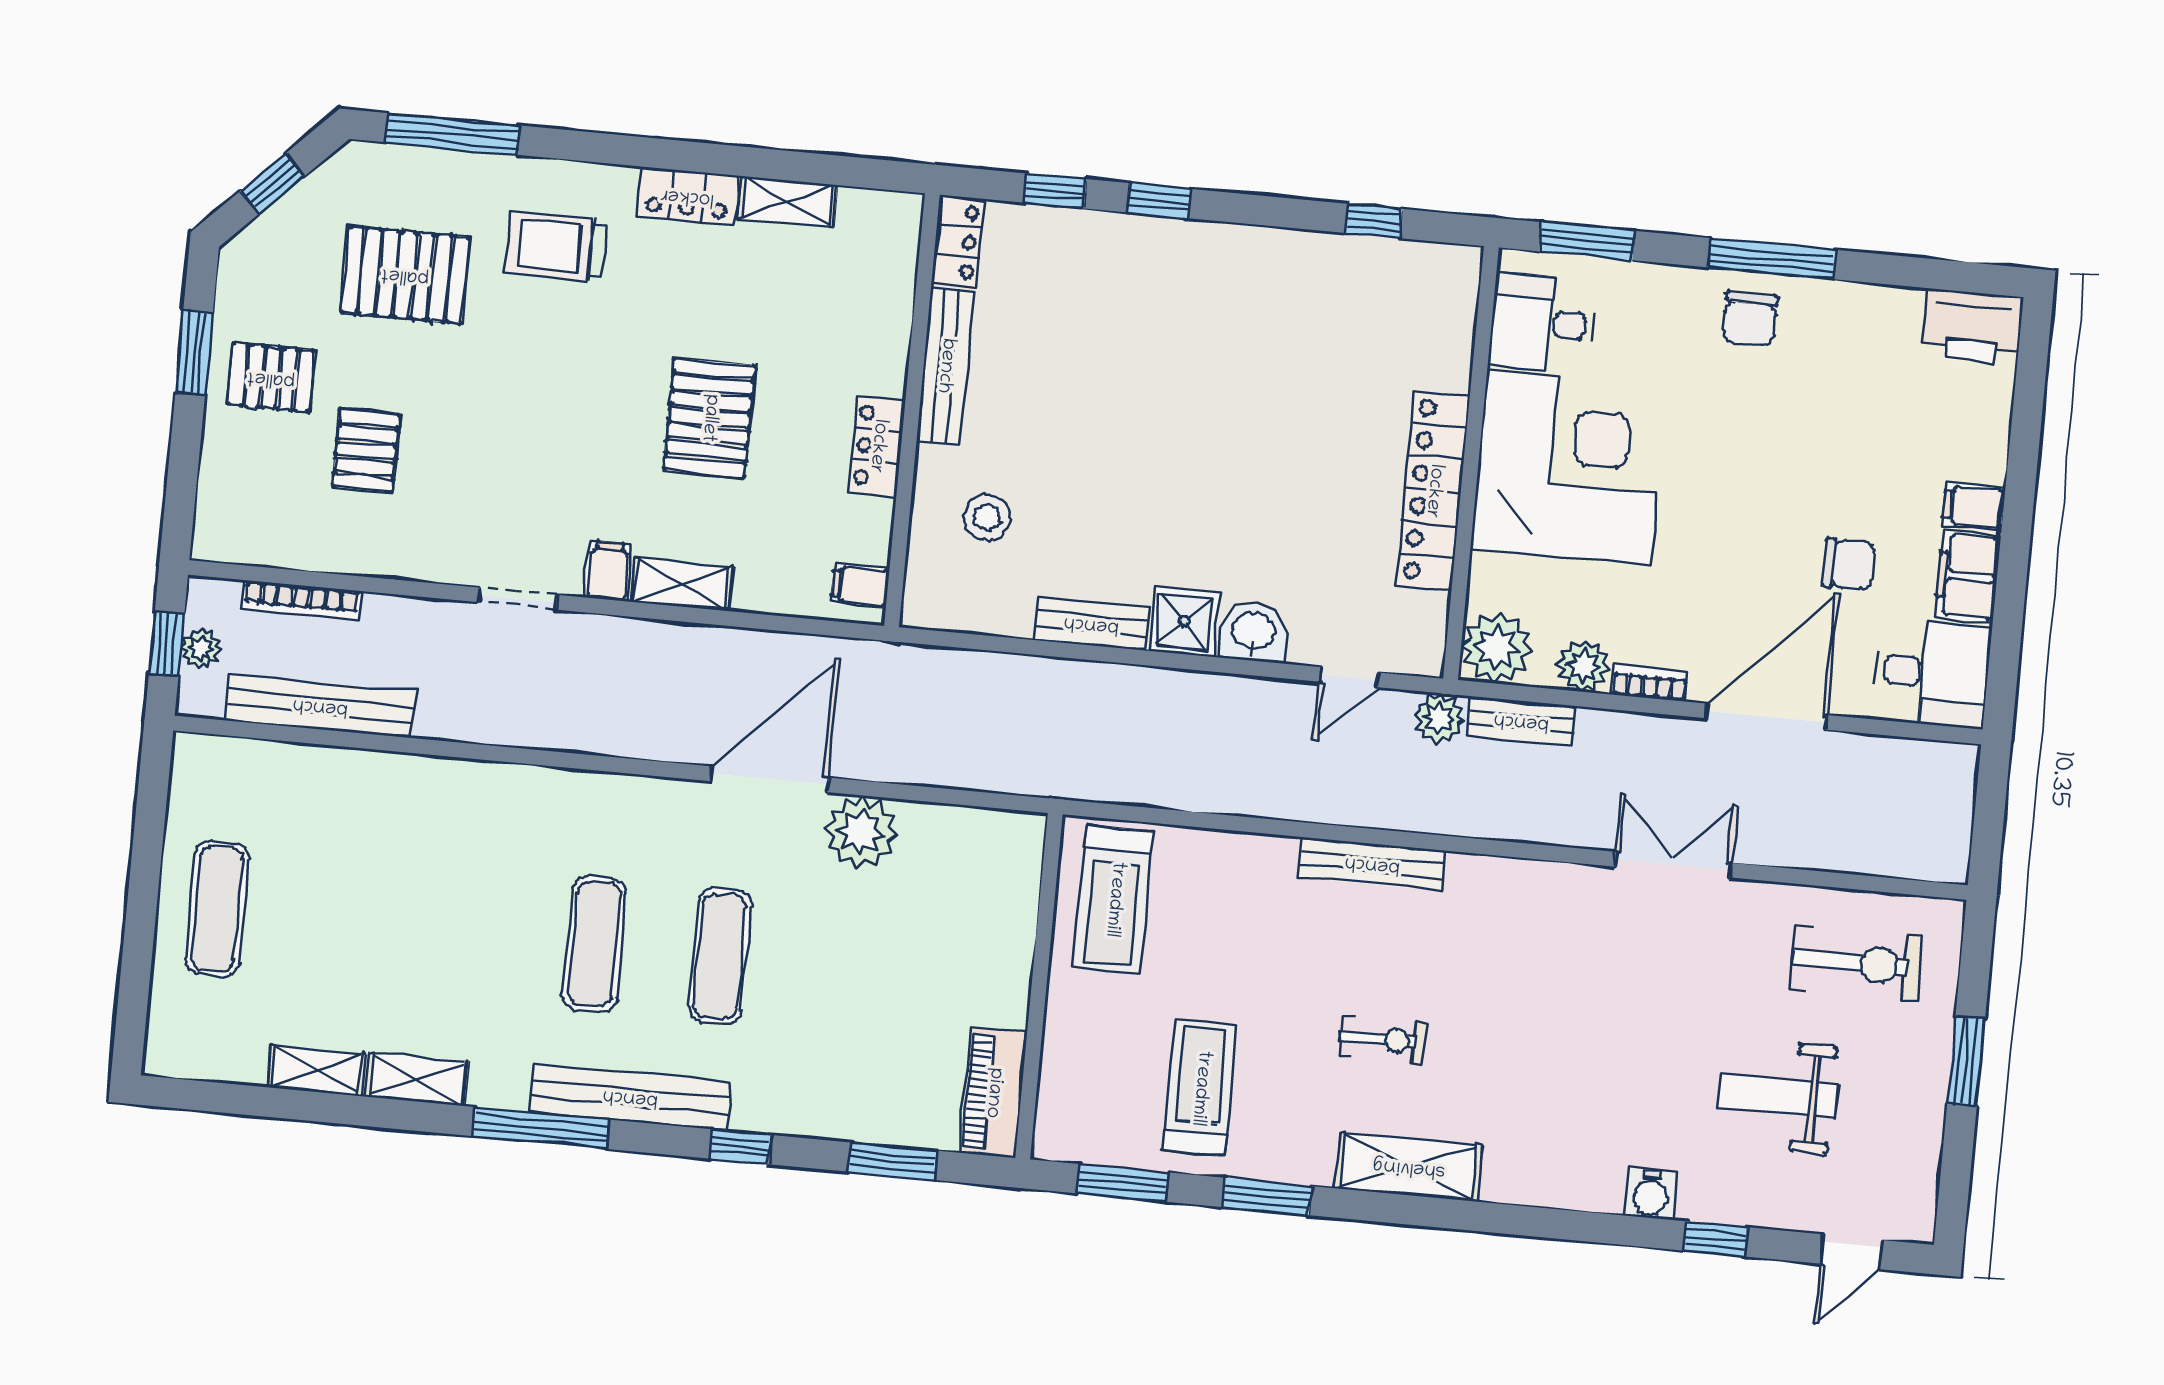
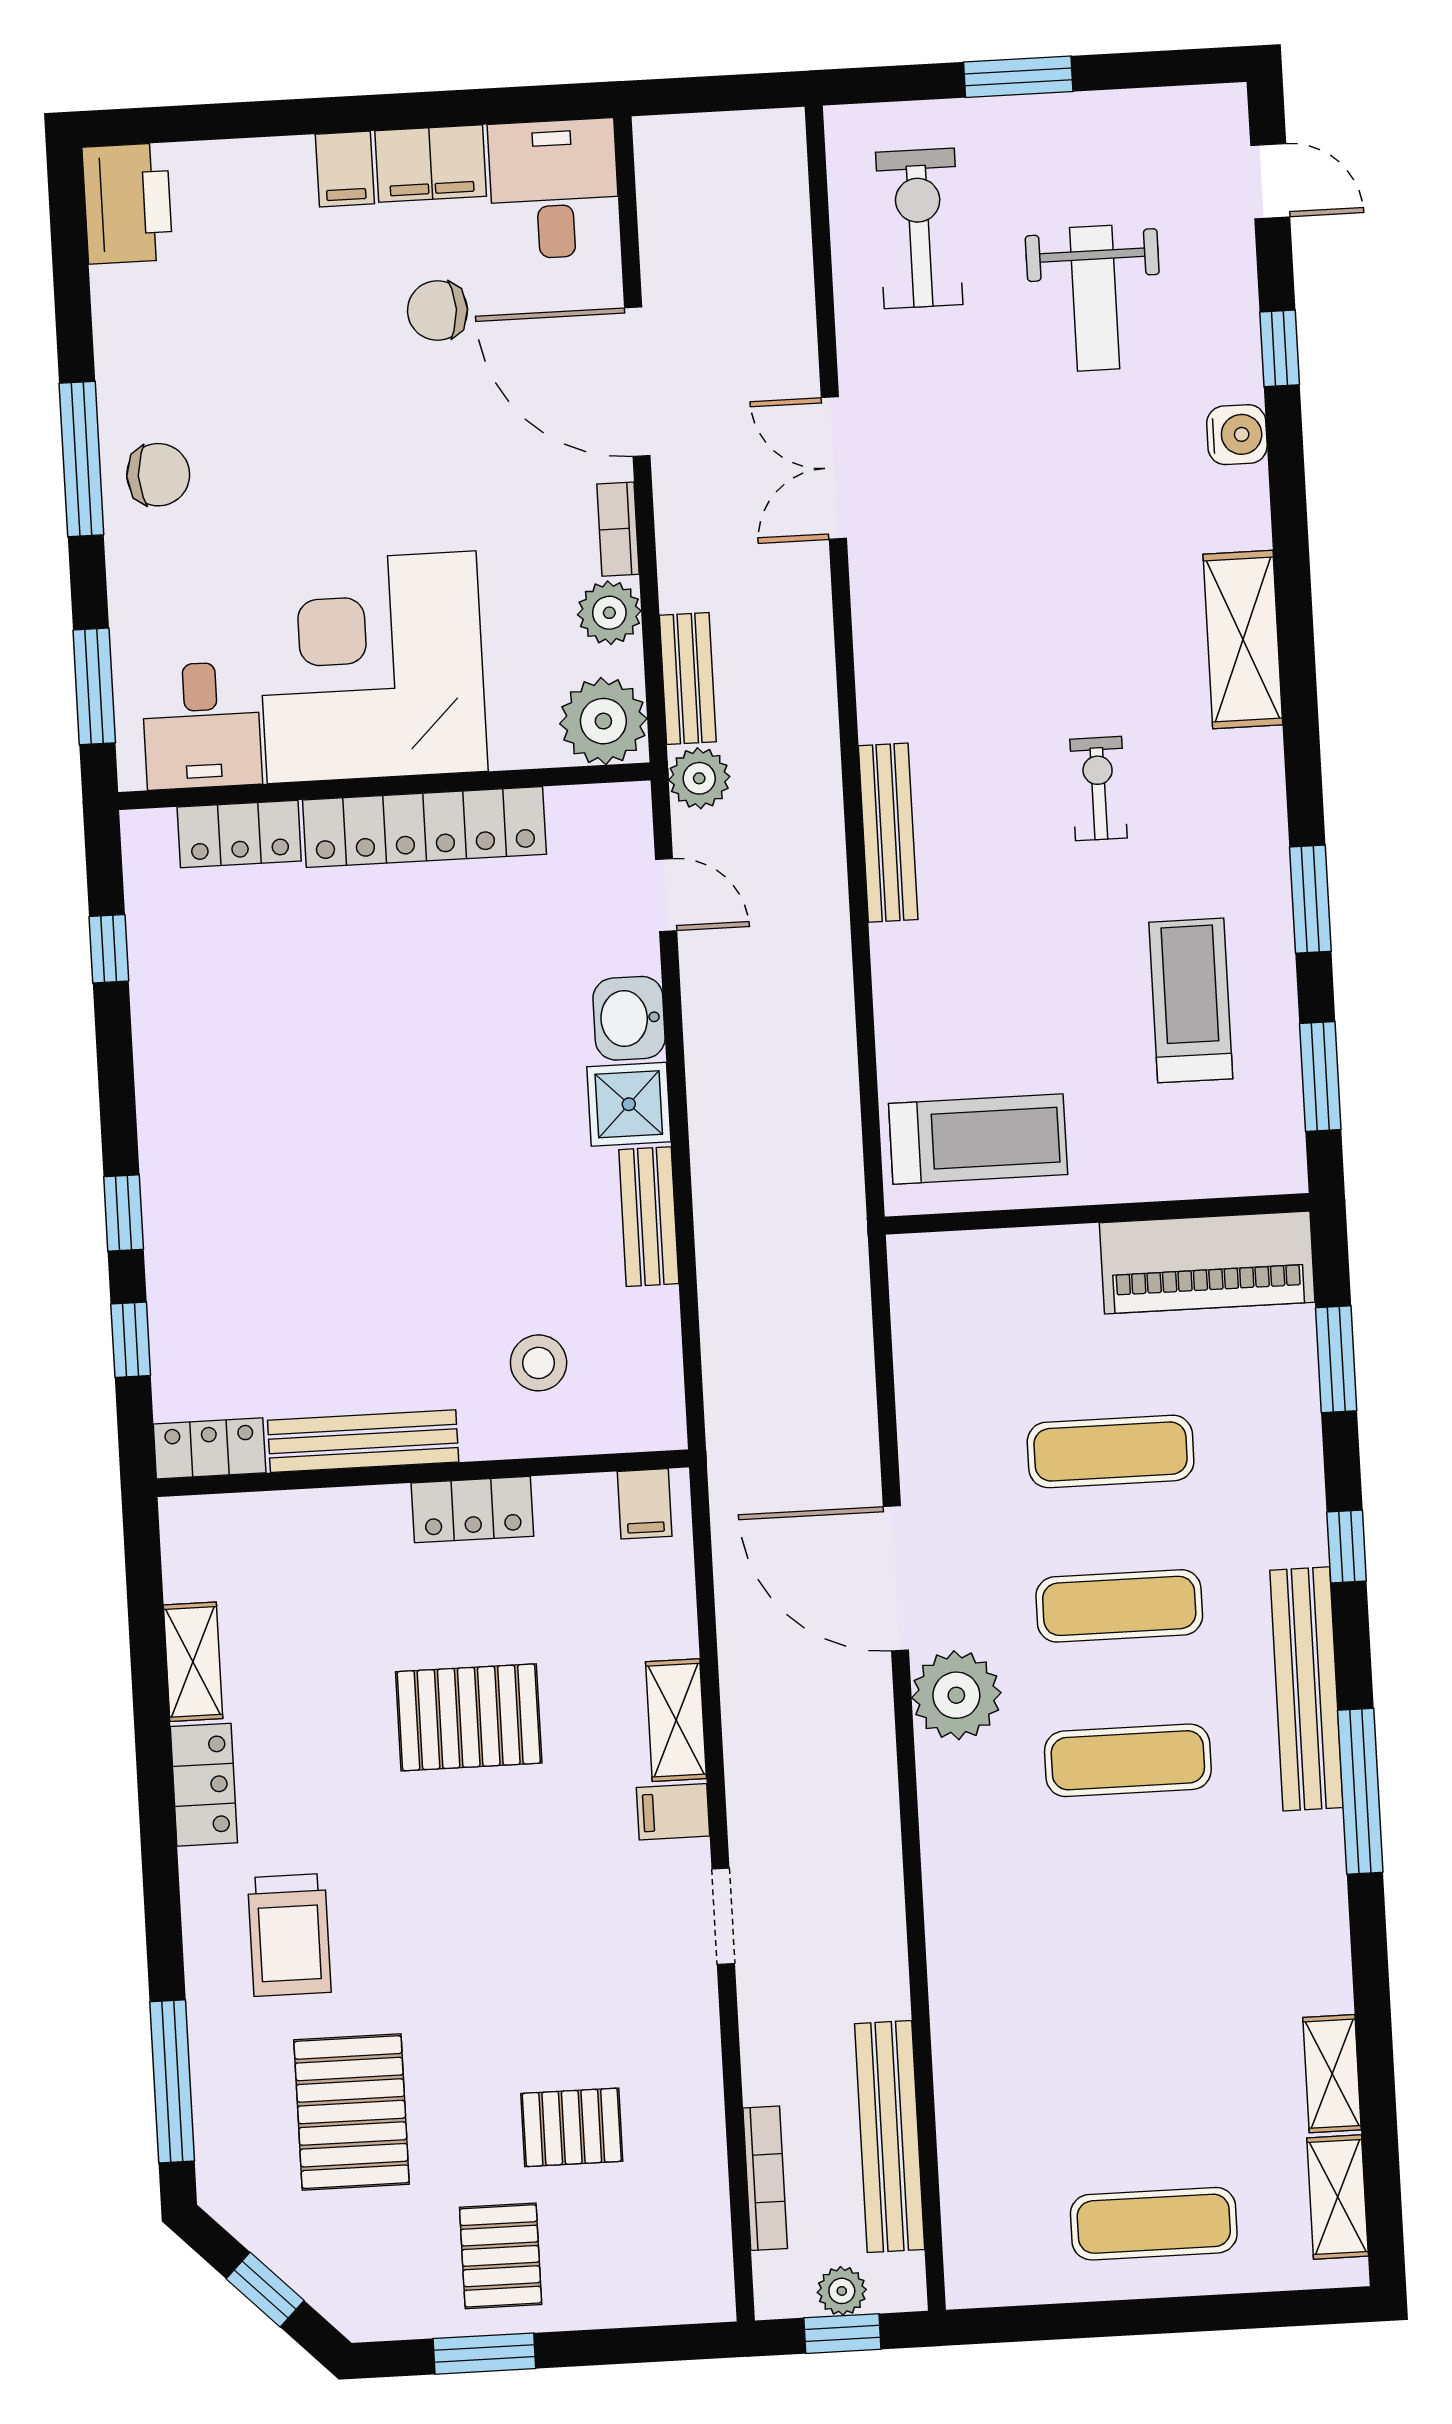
locker: (1450, 340) -> (239, 834), added
chair: (1848, 564) -> (437, 311), turned -90
plant: (861, 832) -> (956, 1695), moved
exercise mat: (846, 968) -> (1111, 1451), added
shelving: (417, 1079) -> (1338, 2197), moved
treadmill: (1200, 1088) -> (1191, 1000), turned 90
piano: (993, 1093) -> (1207, 1262), width x1.37, depth x1.33
shelving: (1409, 1167) -> (1243, 640), moved

